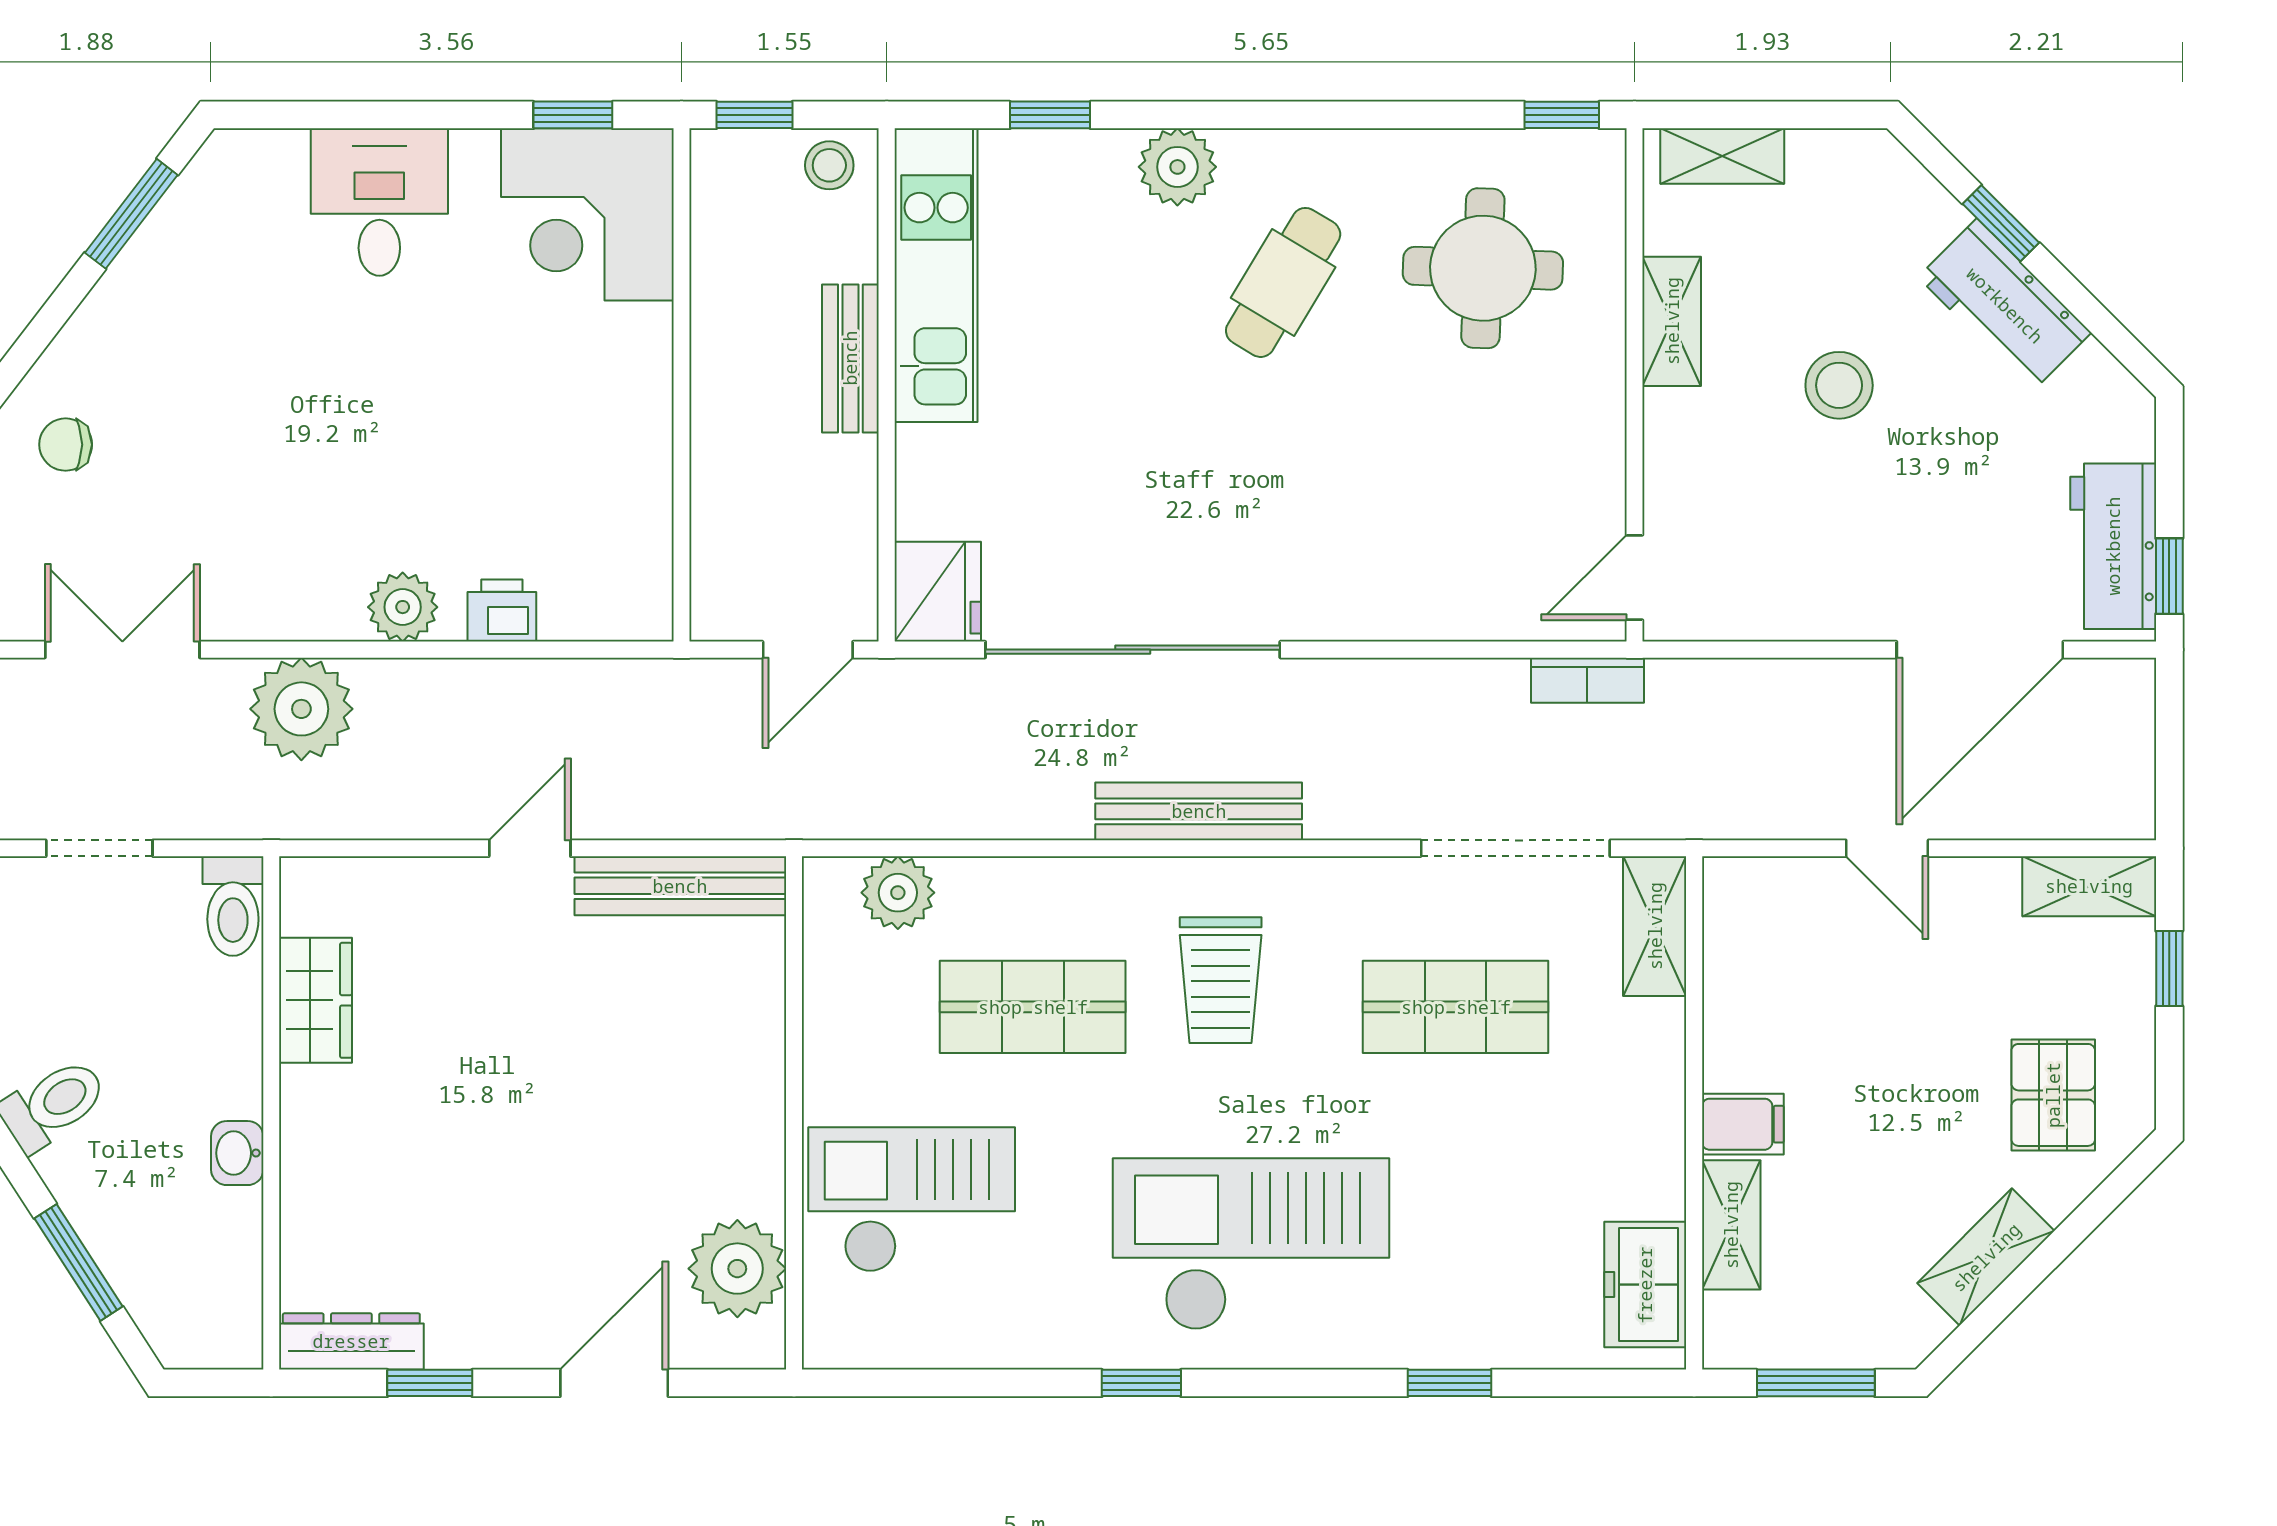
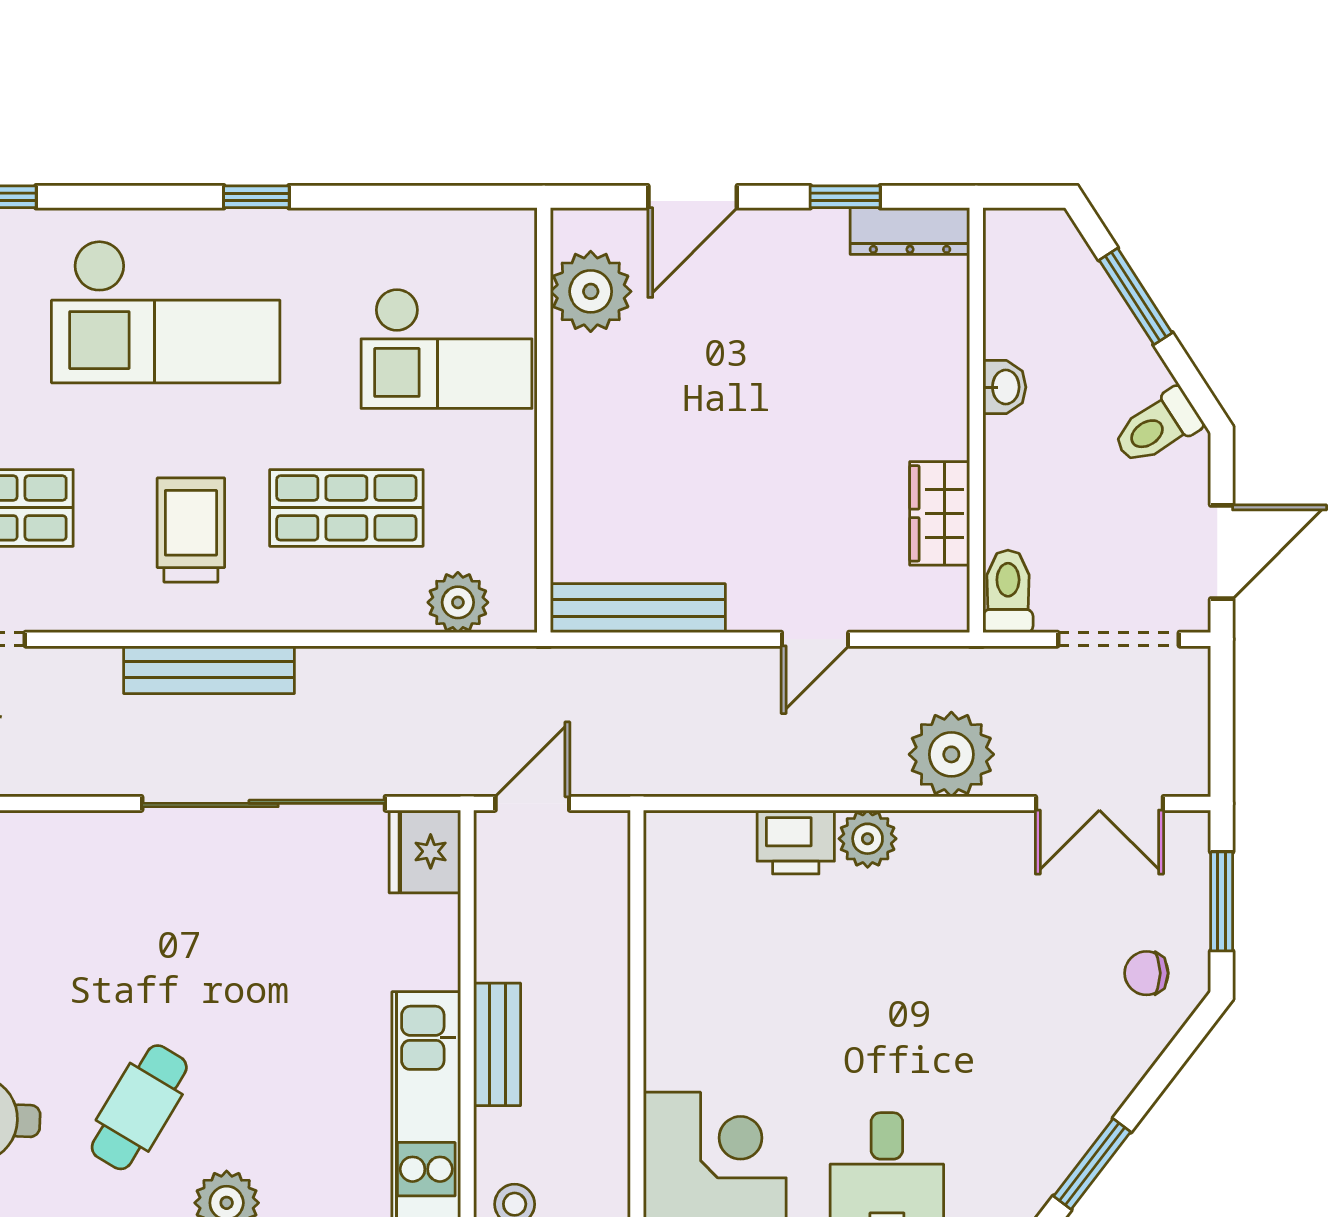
chair: (66, 445) -> (1146, 973), turned 180
printer: (502, 611) -> (796, 842), width x1.36, depth x1.24
doorway: (99, 848) -> (1118, 639), width x1.38
door: (530, 848) -> (815, 639), moved

